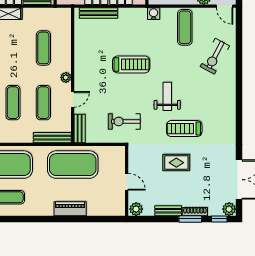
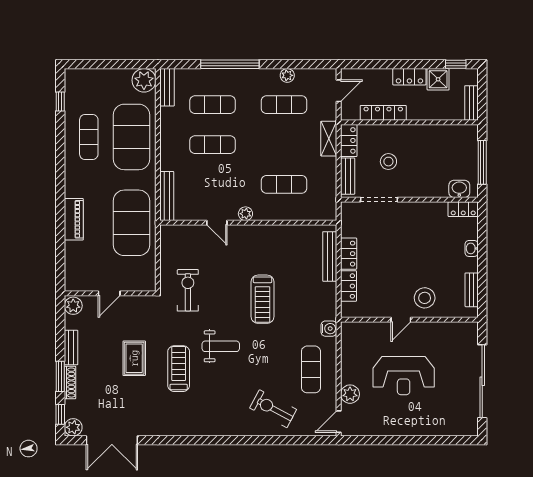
exercise mat: (185, 27) -> (311, 369), turned 90
exercise mat: (43, 103) -> (213, 184), removed
bench: (80, 129) -> (179, 232), removed

